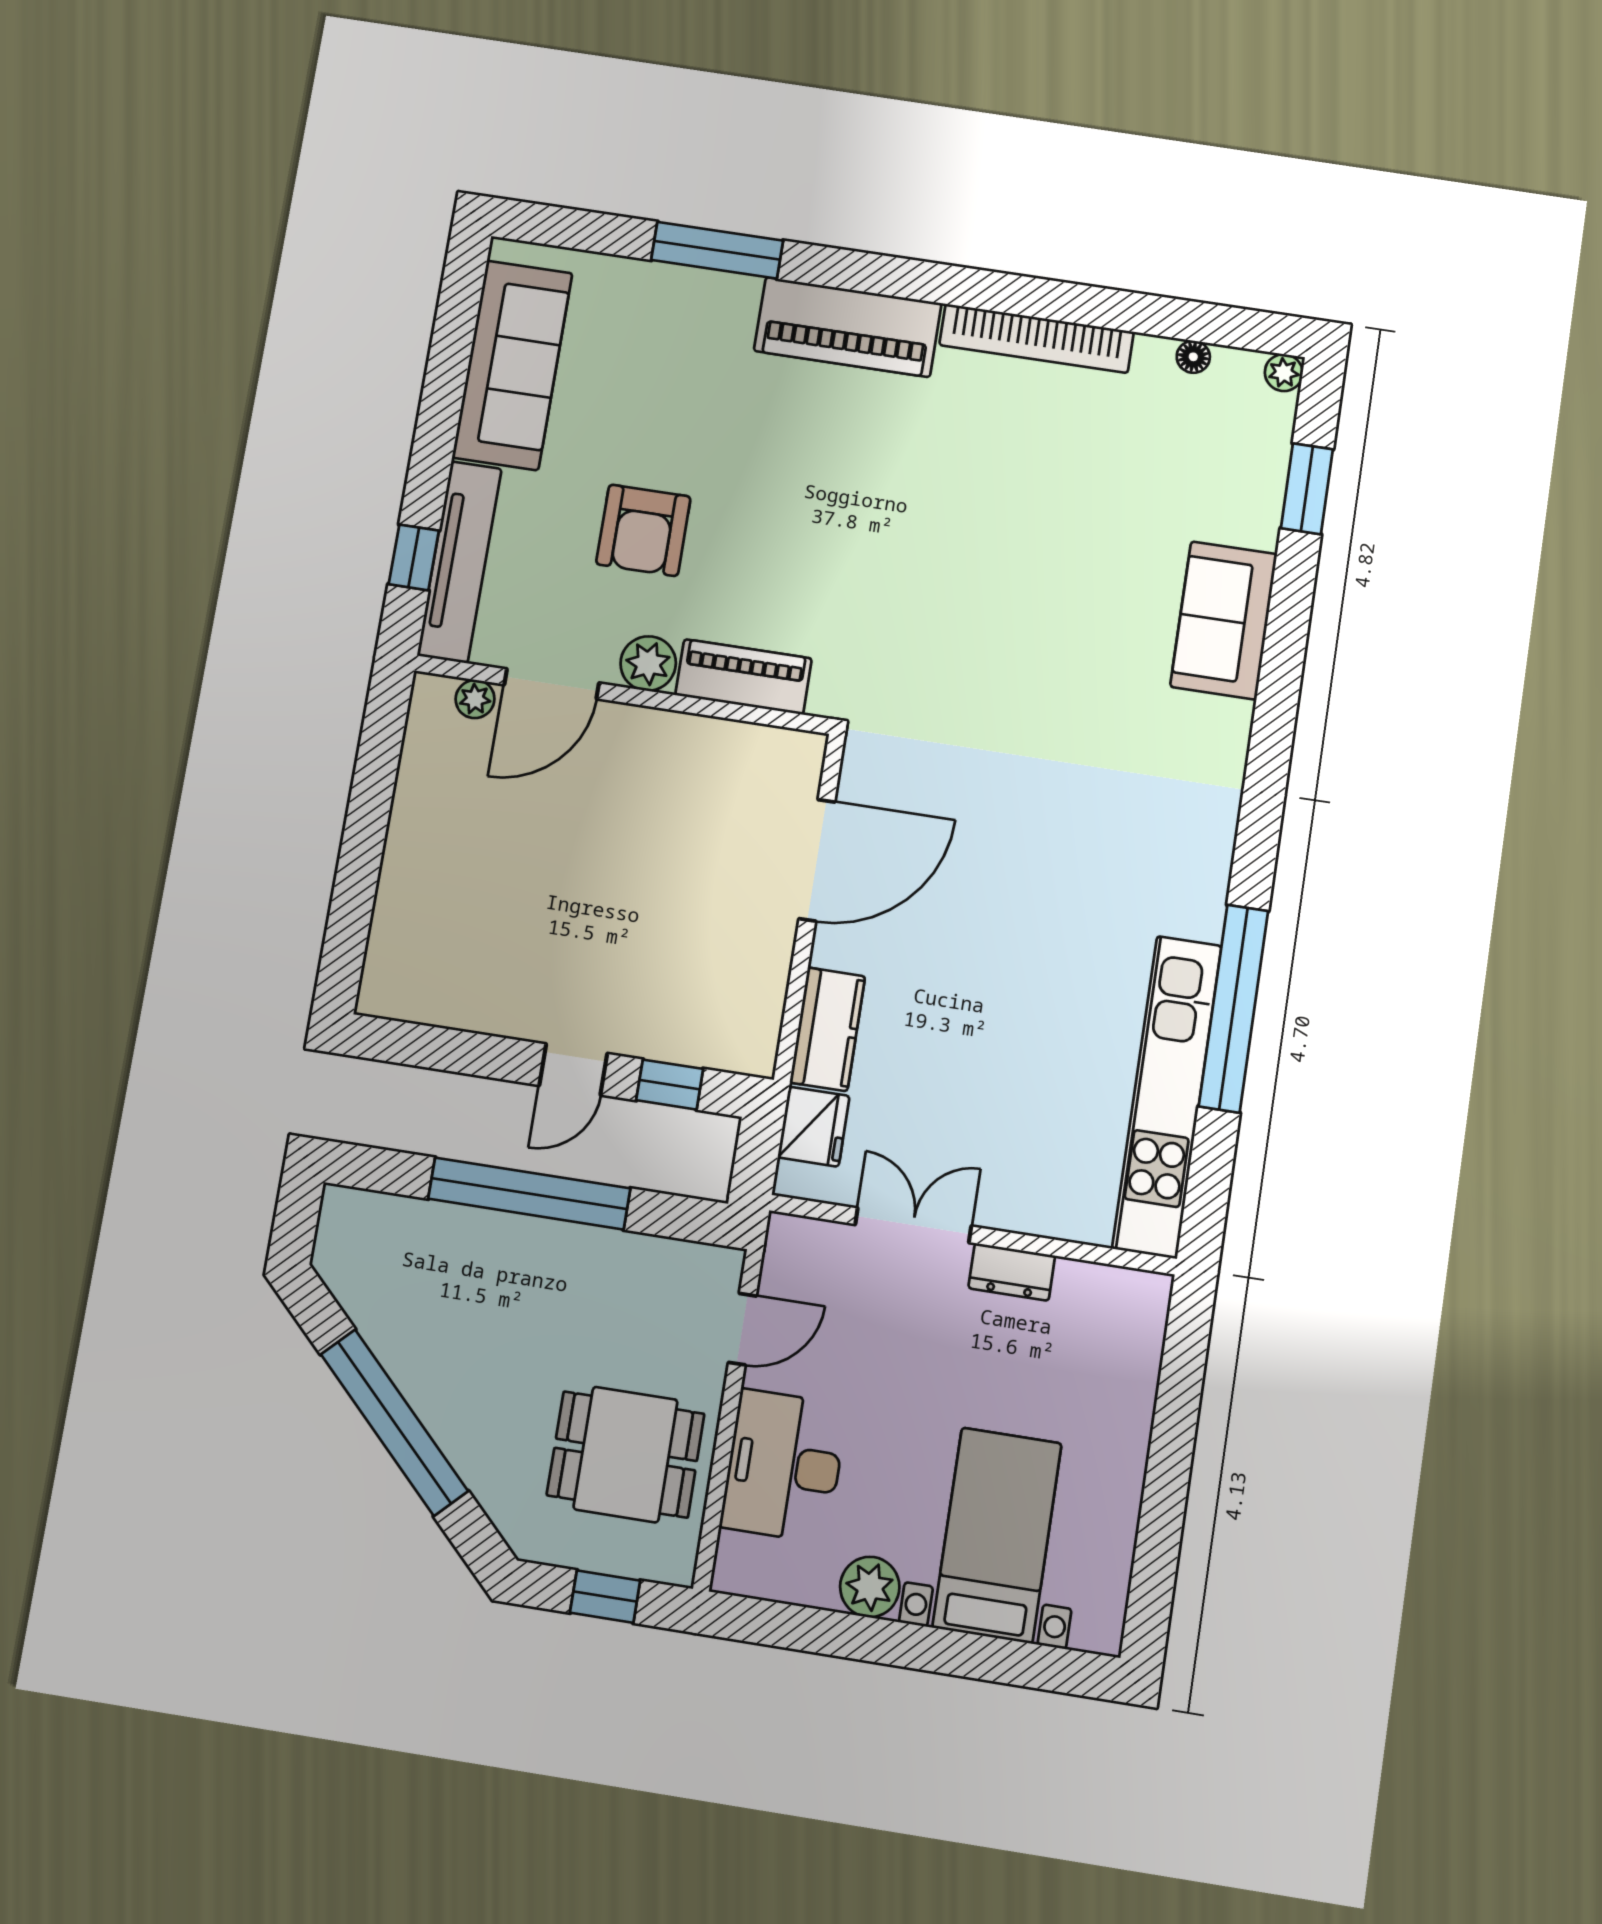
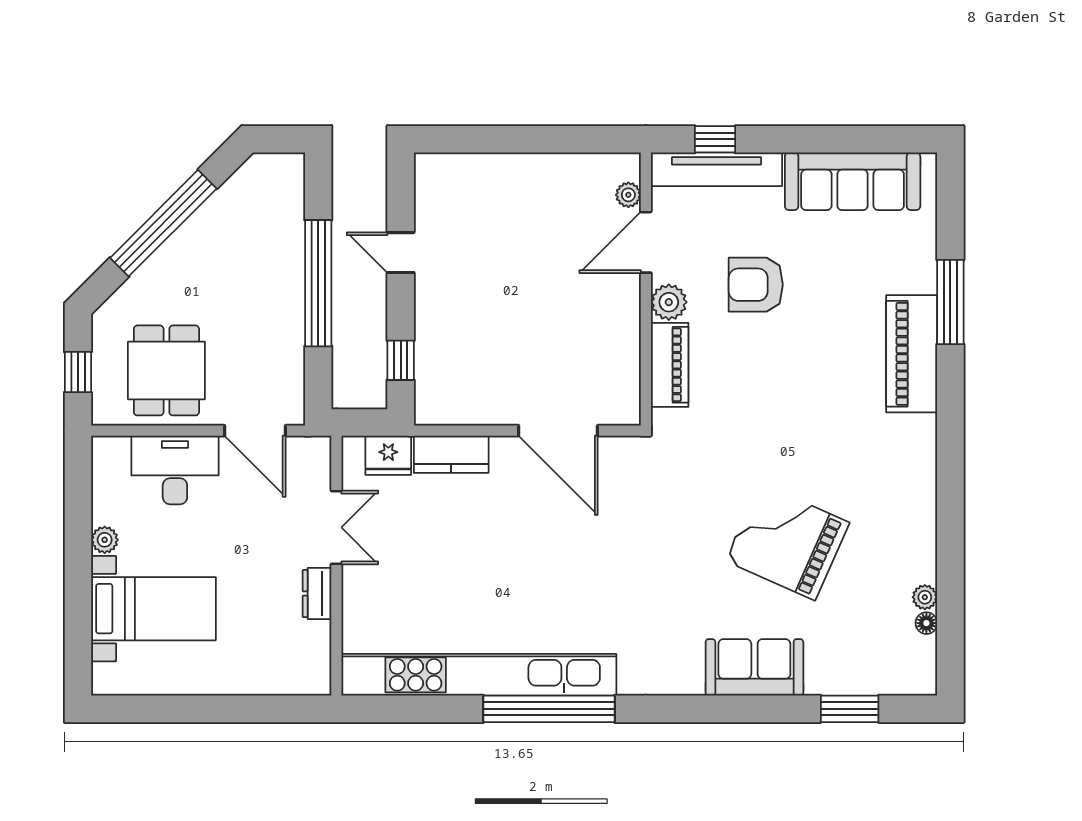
piano: (848, 327) -> (912, 354), moved
bookcase: (1036, 338) -> (923, 519), removed
plant: (1284, 373) -> (925, 597), moved
grand piano: (1040, 543) -> (787, 542), added
door: (552, 684) -> (646, 242), hinge flipped
window: (1234, 1008) -> (549, 709), moved
door: (573, 1069) -> (401, 253), moved
kitchen unit: (1167, 1096) -> (479, 675), width x1.36
door: (742, 1329) -> (255, 431), width x1.38
plant: (870, 1587) -> (105, 540), width x0.73, depth x0.73

